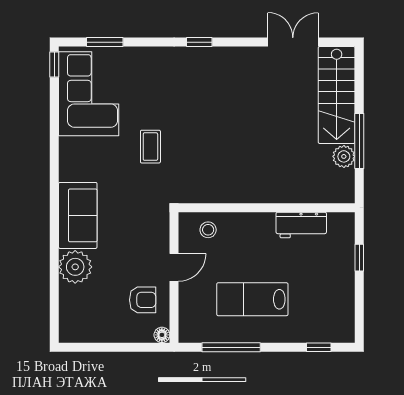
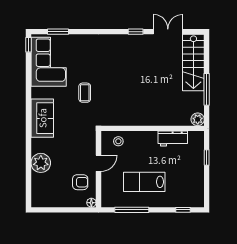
window: (199, 42) -> (136, 32), moved
plant: (344, 156) -> (198, 119), moved
sofa: (78, 215) -> (42, 118), moved

